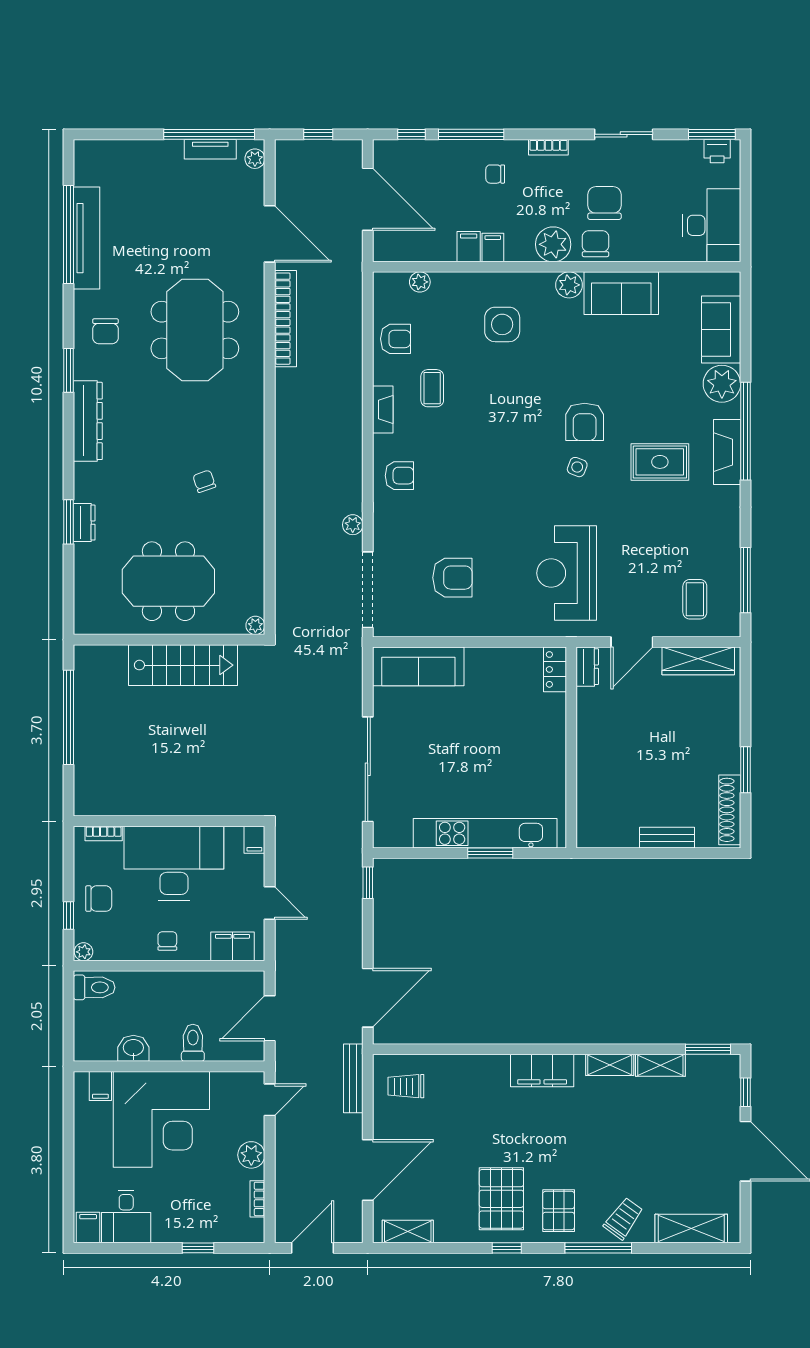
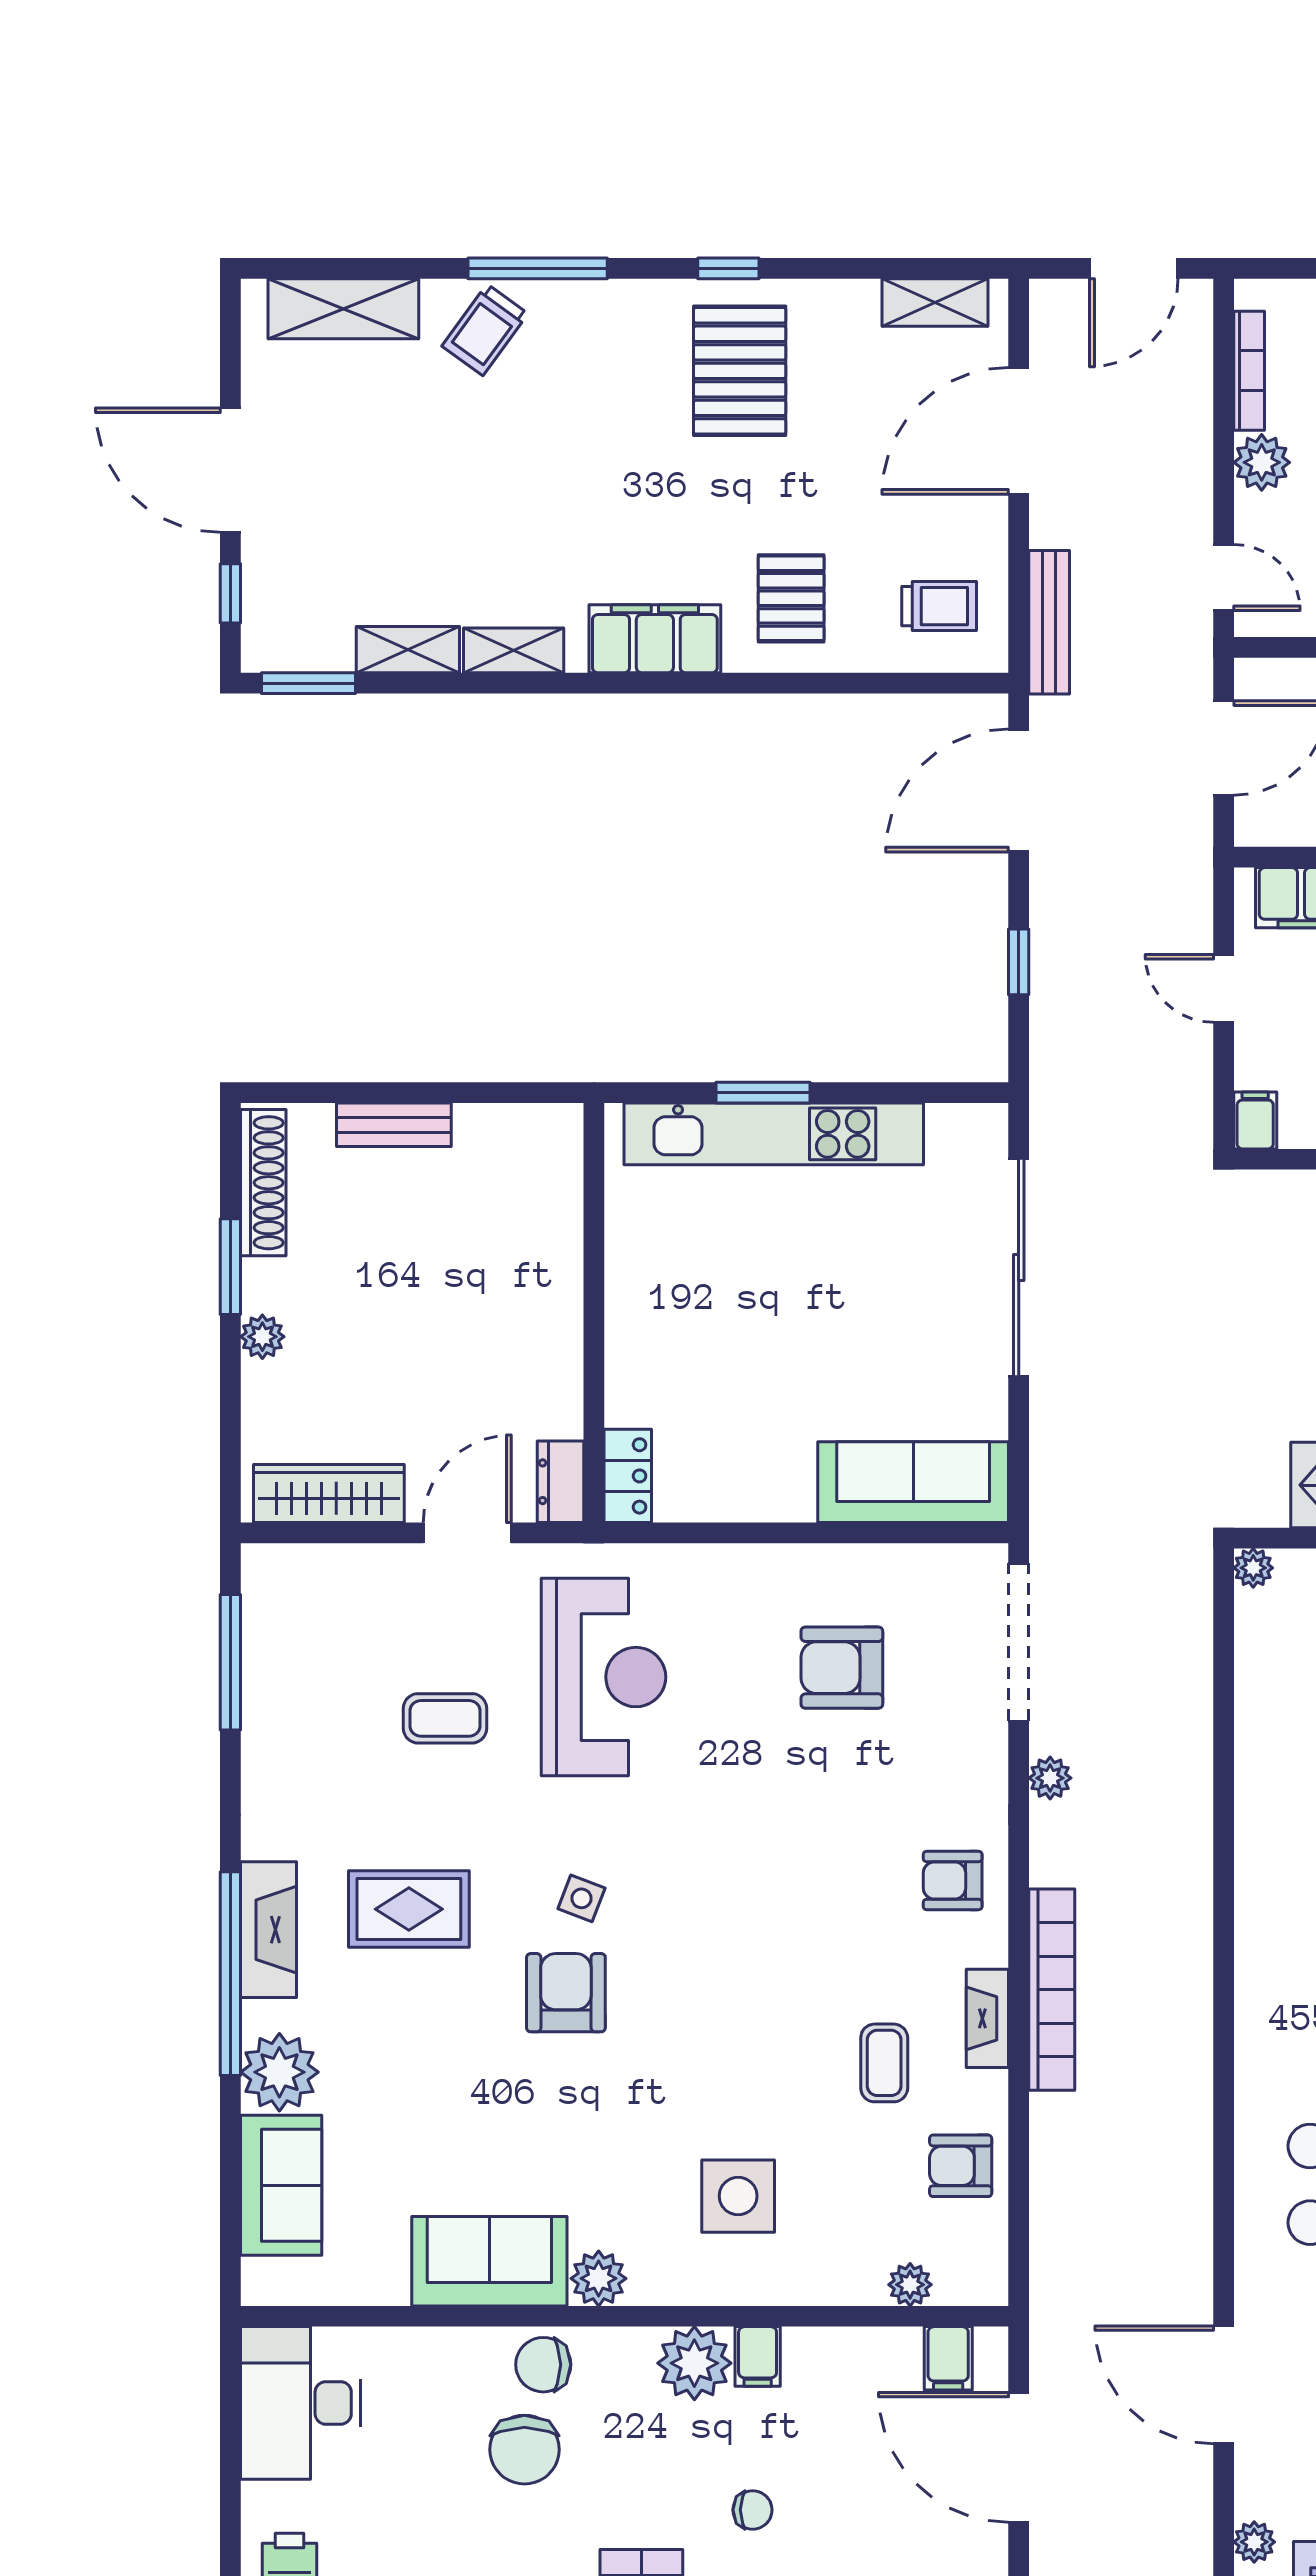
plant: (553, 244) -> (694, 2363), moved
chair: (596, 244) -> (543, 2365), turned 90
filing cabinet: (469, 247) -> (948, 2358), moved
bookcase: (285, 319) -> (1052, 1990), moved, turned 180
coffee table: (695, 599) -> (445, 1718), moved, turned 90
plant: (730, 736) -> (262, 1337), added
window: (368, 883) -> (1019, 962), moved
door: (270, 1100) -> (1224, 577), swing flipped
bookcase: (257, 1199) -> (1249, 371), width x1.56
pallet: (559, 1211) -> (791, 598), moved

